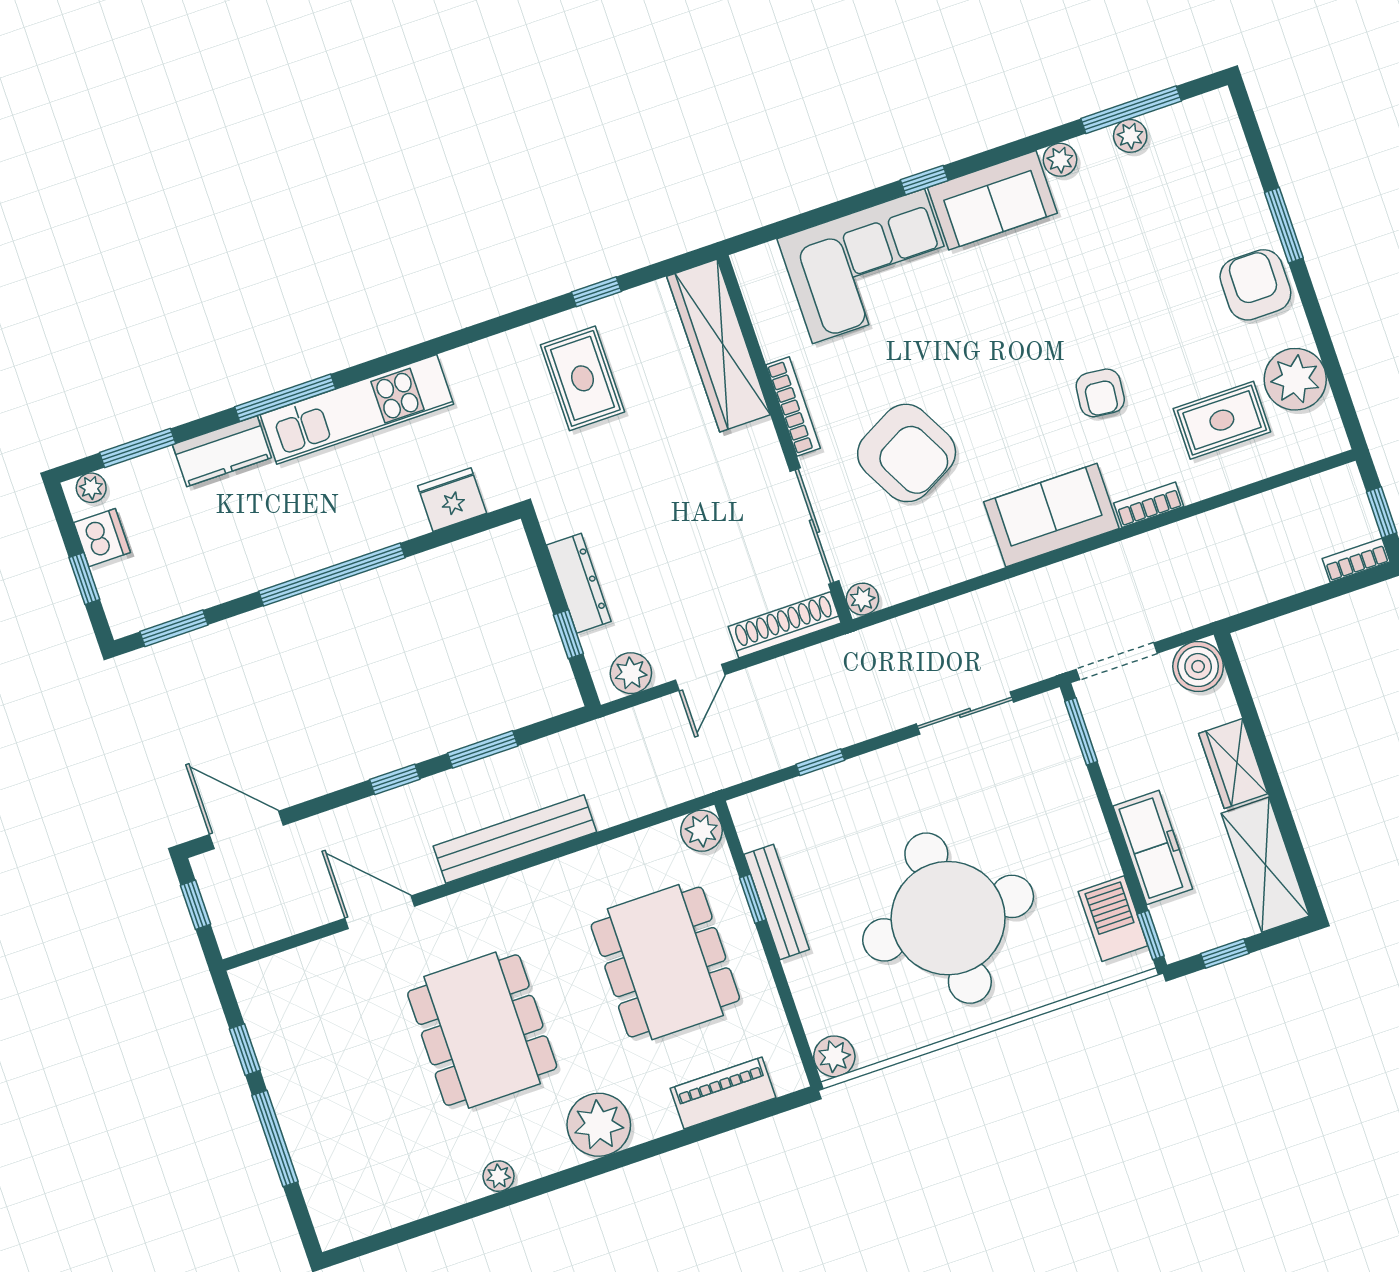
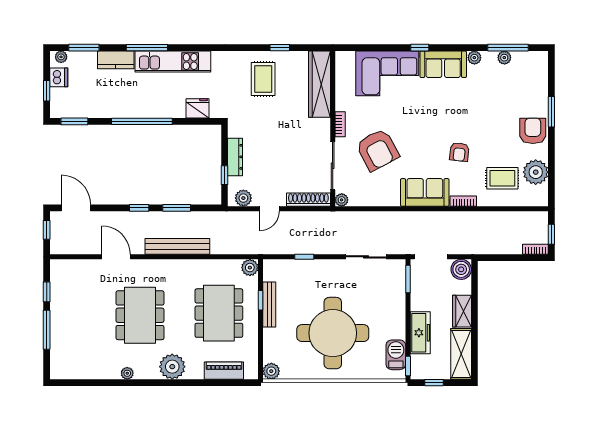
bookcase: (793, 407) -> (340, 124), width x0.64

